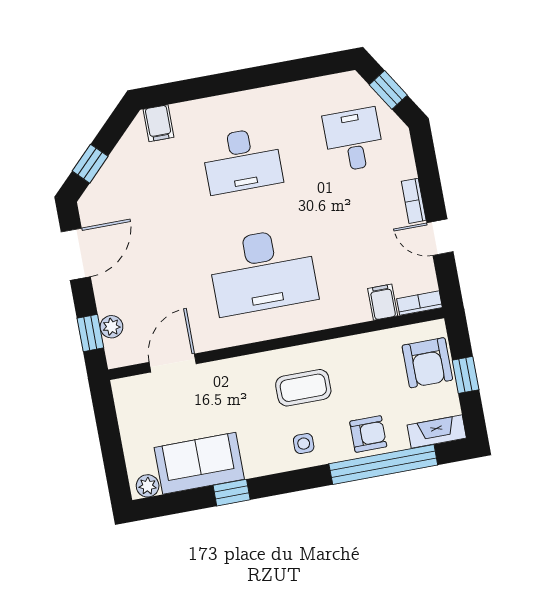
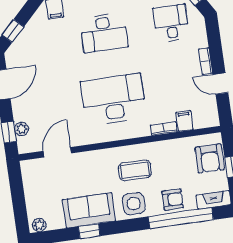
desk: (263, 271) -> (113, 100), turned 180
bookcase: (419, 303) -> (164, 129), moved
side table: (304, 444) -> (134, 204), width x1.87, depth x1.87
sofa: (199, 463) -> (89, 210), moved

